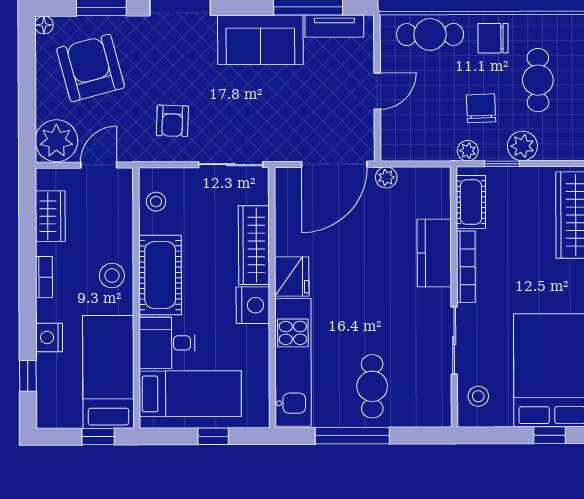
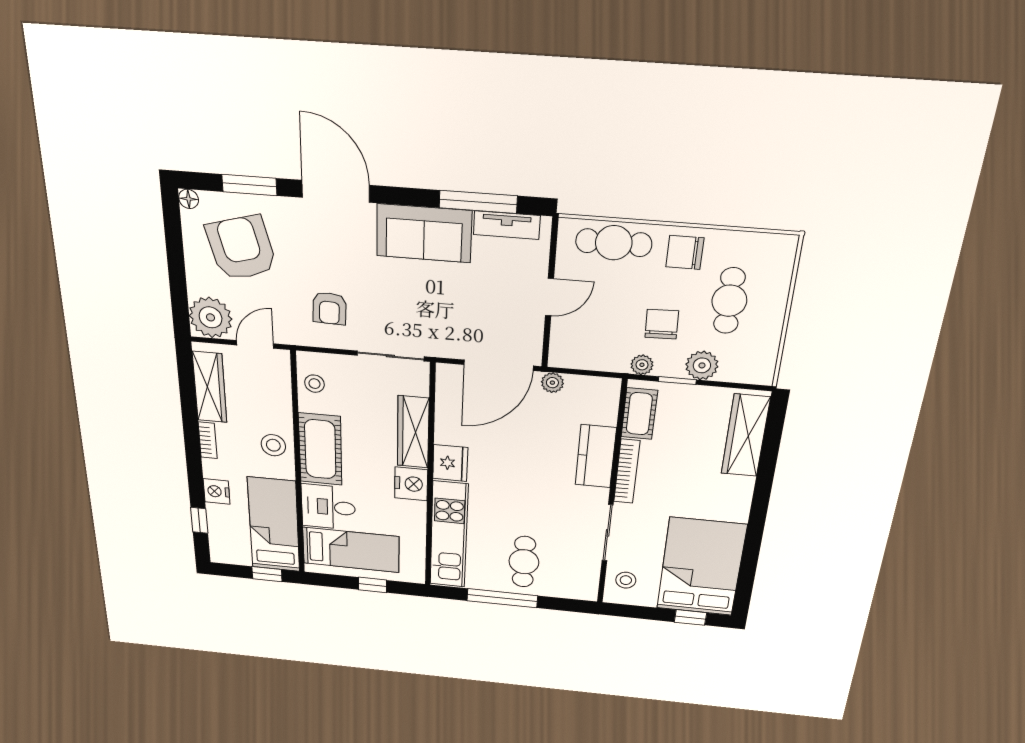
wardrobe: (50, 216) -> (210, 387), width x1.50

